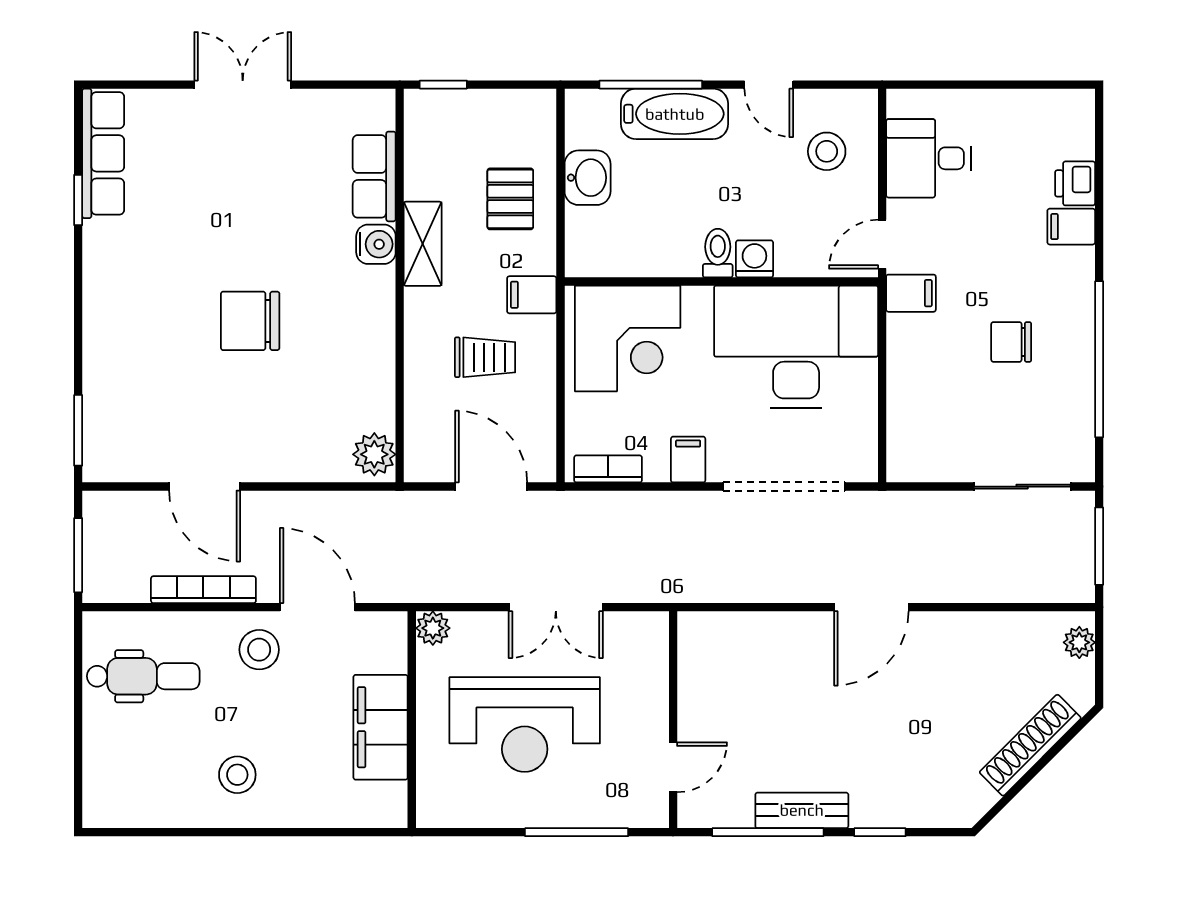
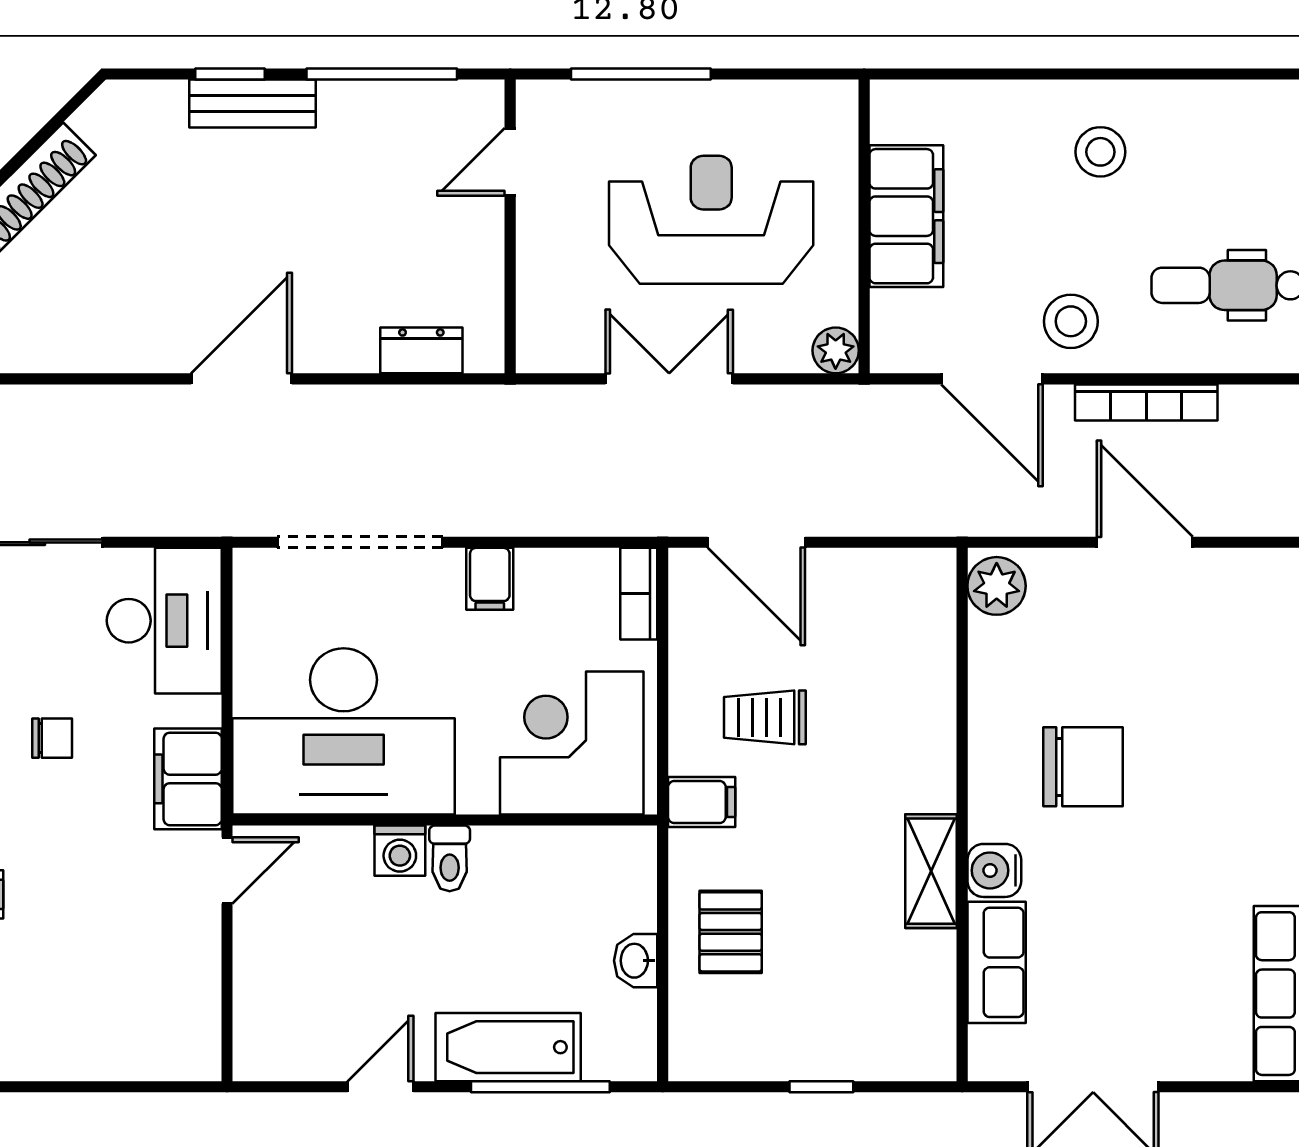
door: (769, 85) -> (380, 1087), hinge flipped
stool: (827, 151) -> (302, 996), removed
desk: (928, 158) -> (164, 621), moved, width x1.37
row of seats: (374, 176) -> (997, 962), moved
washbasin: (588, 178) -> (636, 961), width x0.72, depth x0.69
water cooler: (376, 244) -> (994, 870), moved
shelving: (423, 244) -> (931, 871), moved
wall: (400, 286) -> (962, 815), moved
filing cabinet: (911, 293) -> (188, 779), width x2.00
chair: (1011, 342) -> (52, 738), width x0.73, depth x0.73
plant: (374, 454) -> (997, 586), moved
bookcase: (608, 469) -> (639, 594), moved, turned 90
dresser: (739, 628) -> (421, 350), added
bench: (802, 810) -> (252, 104), moved

